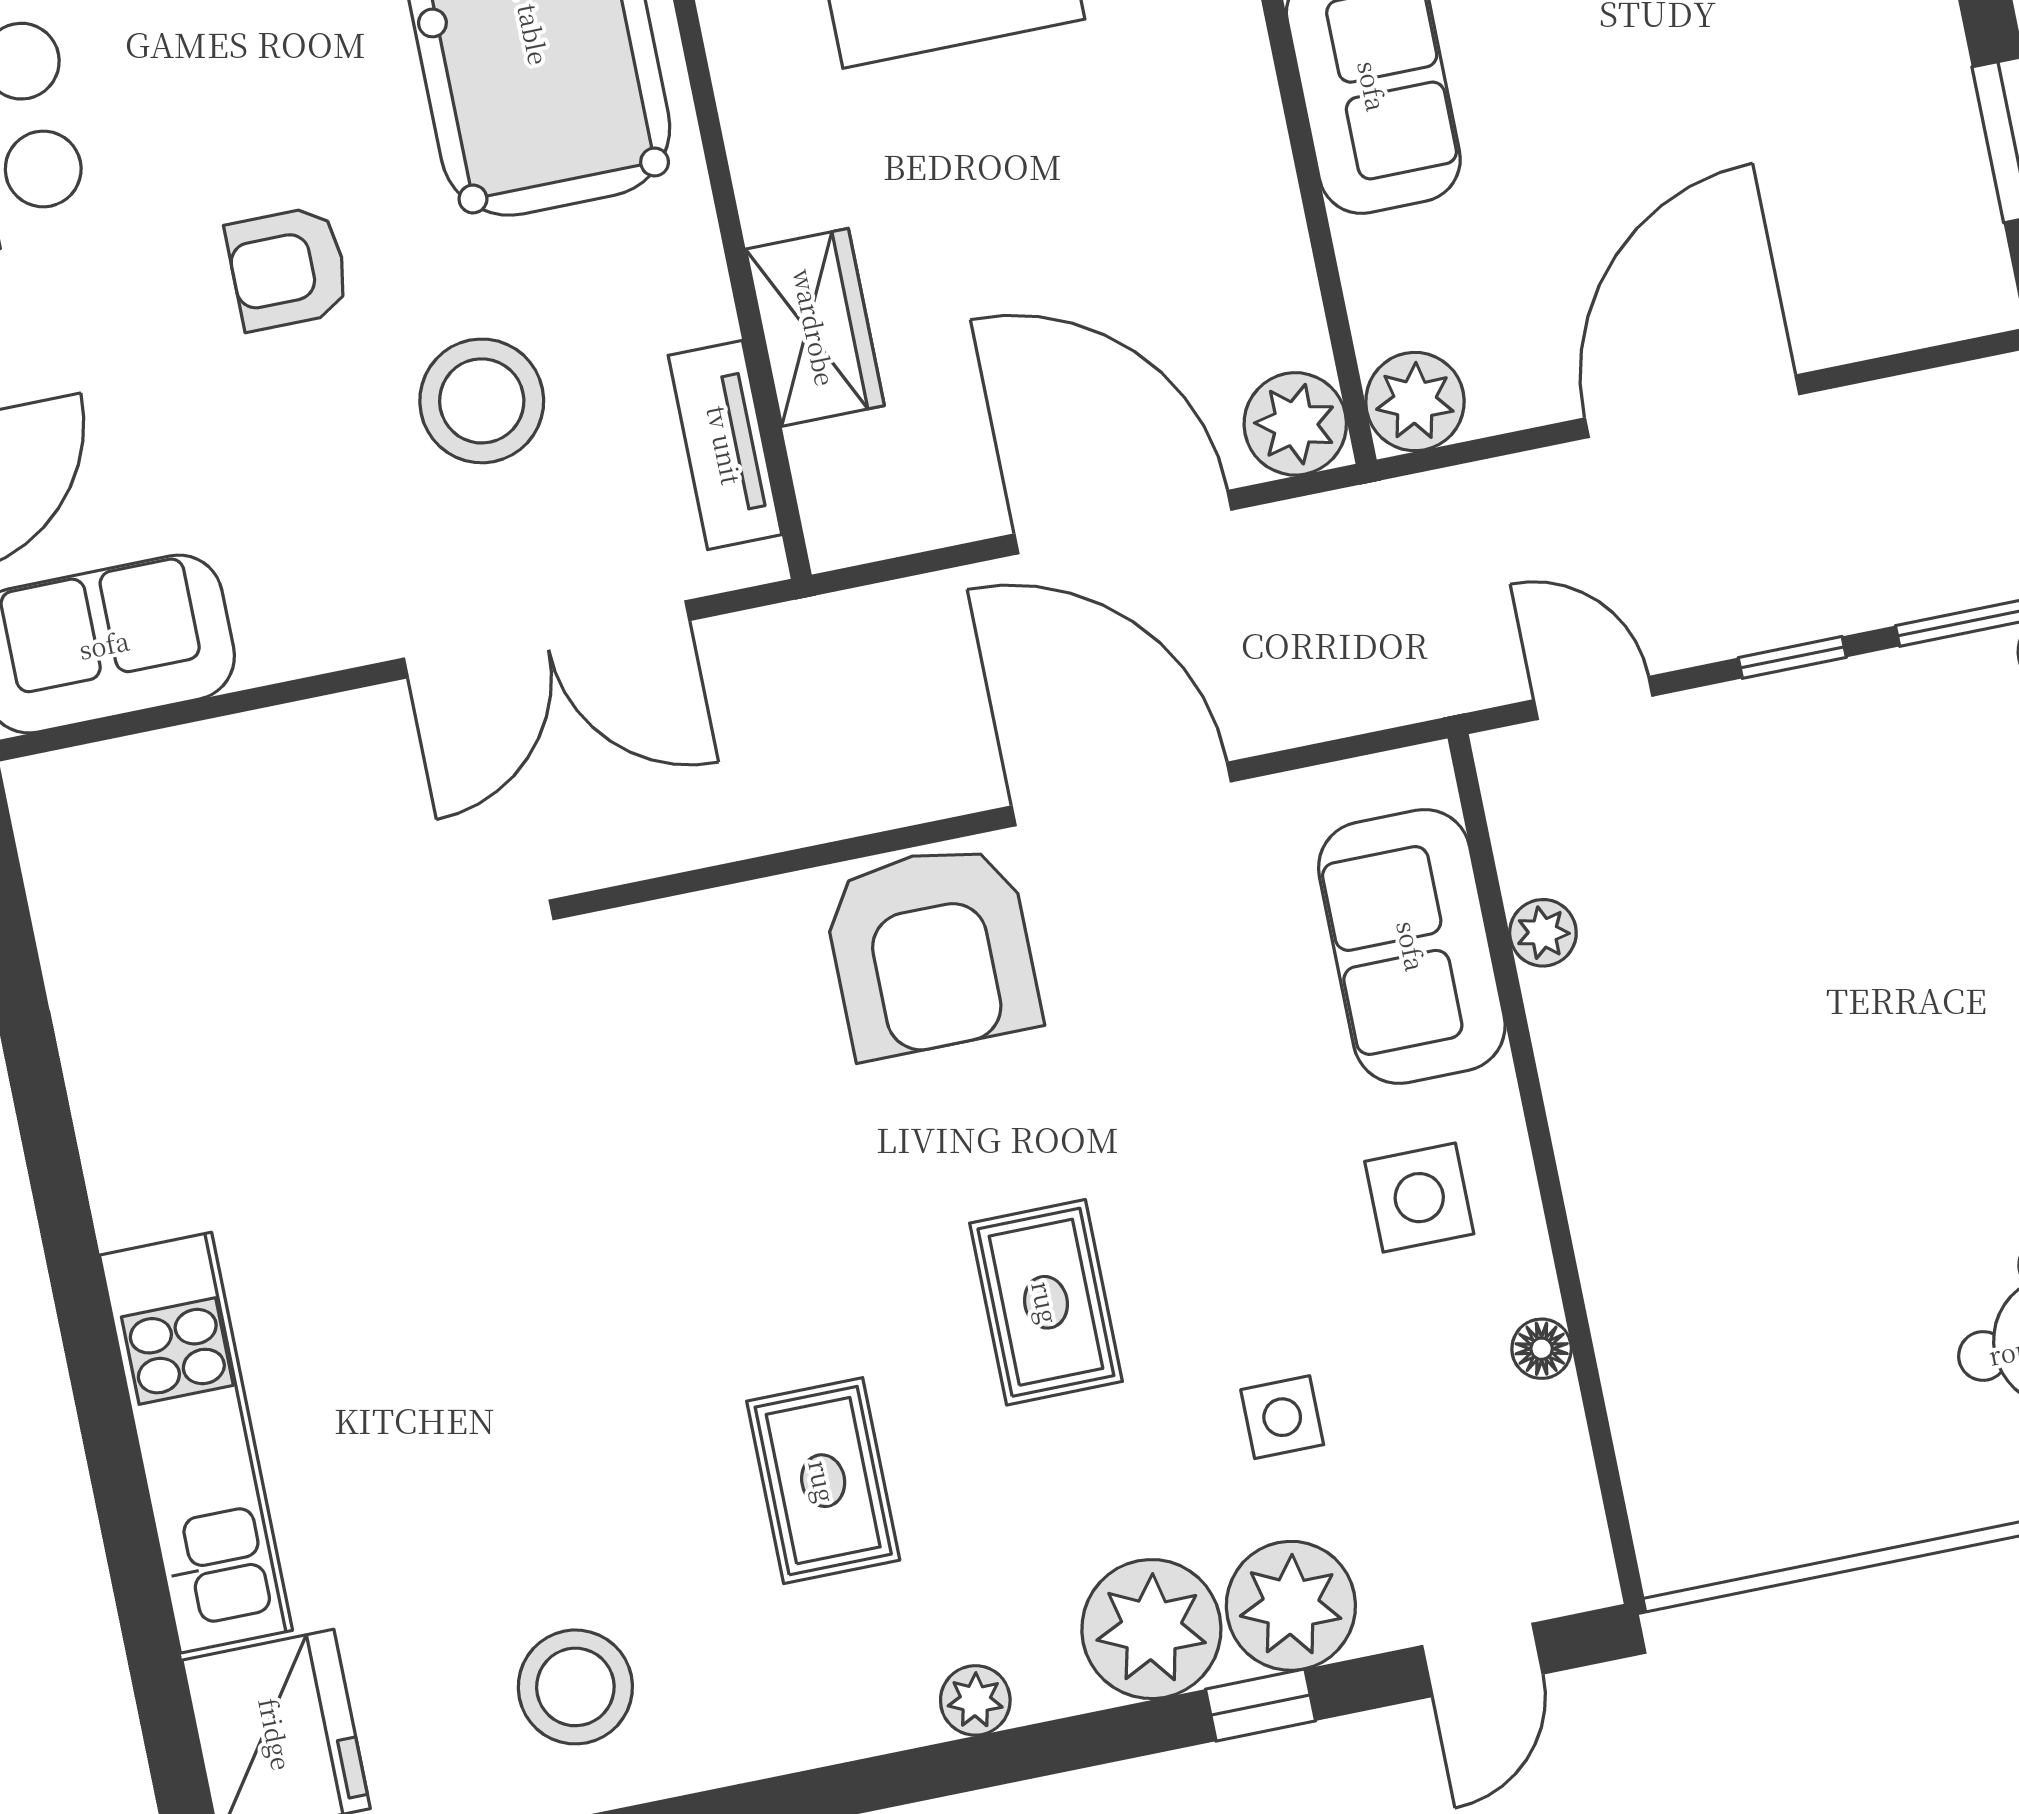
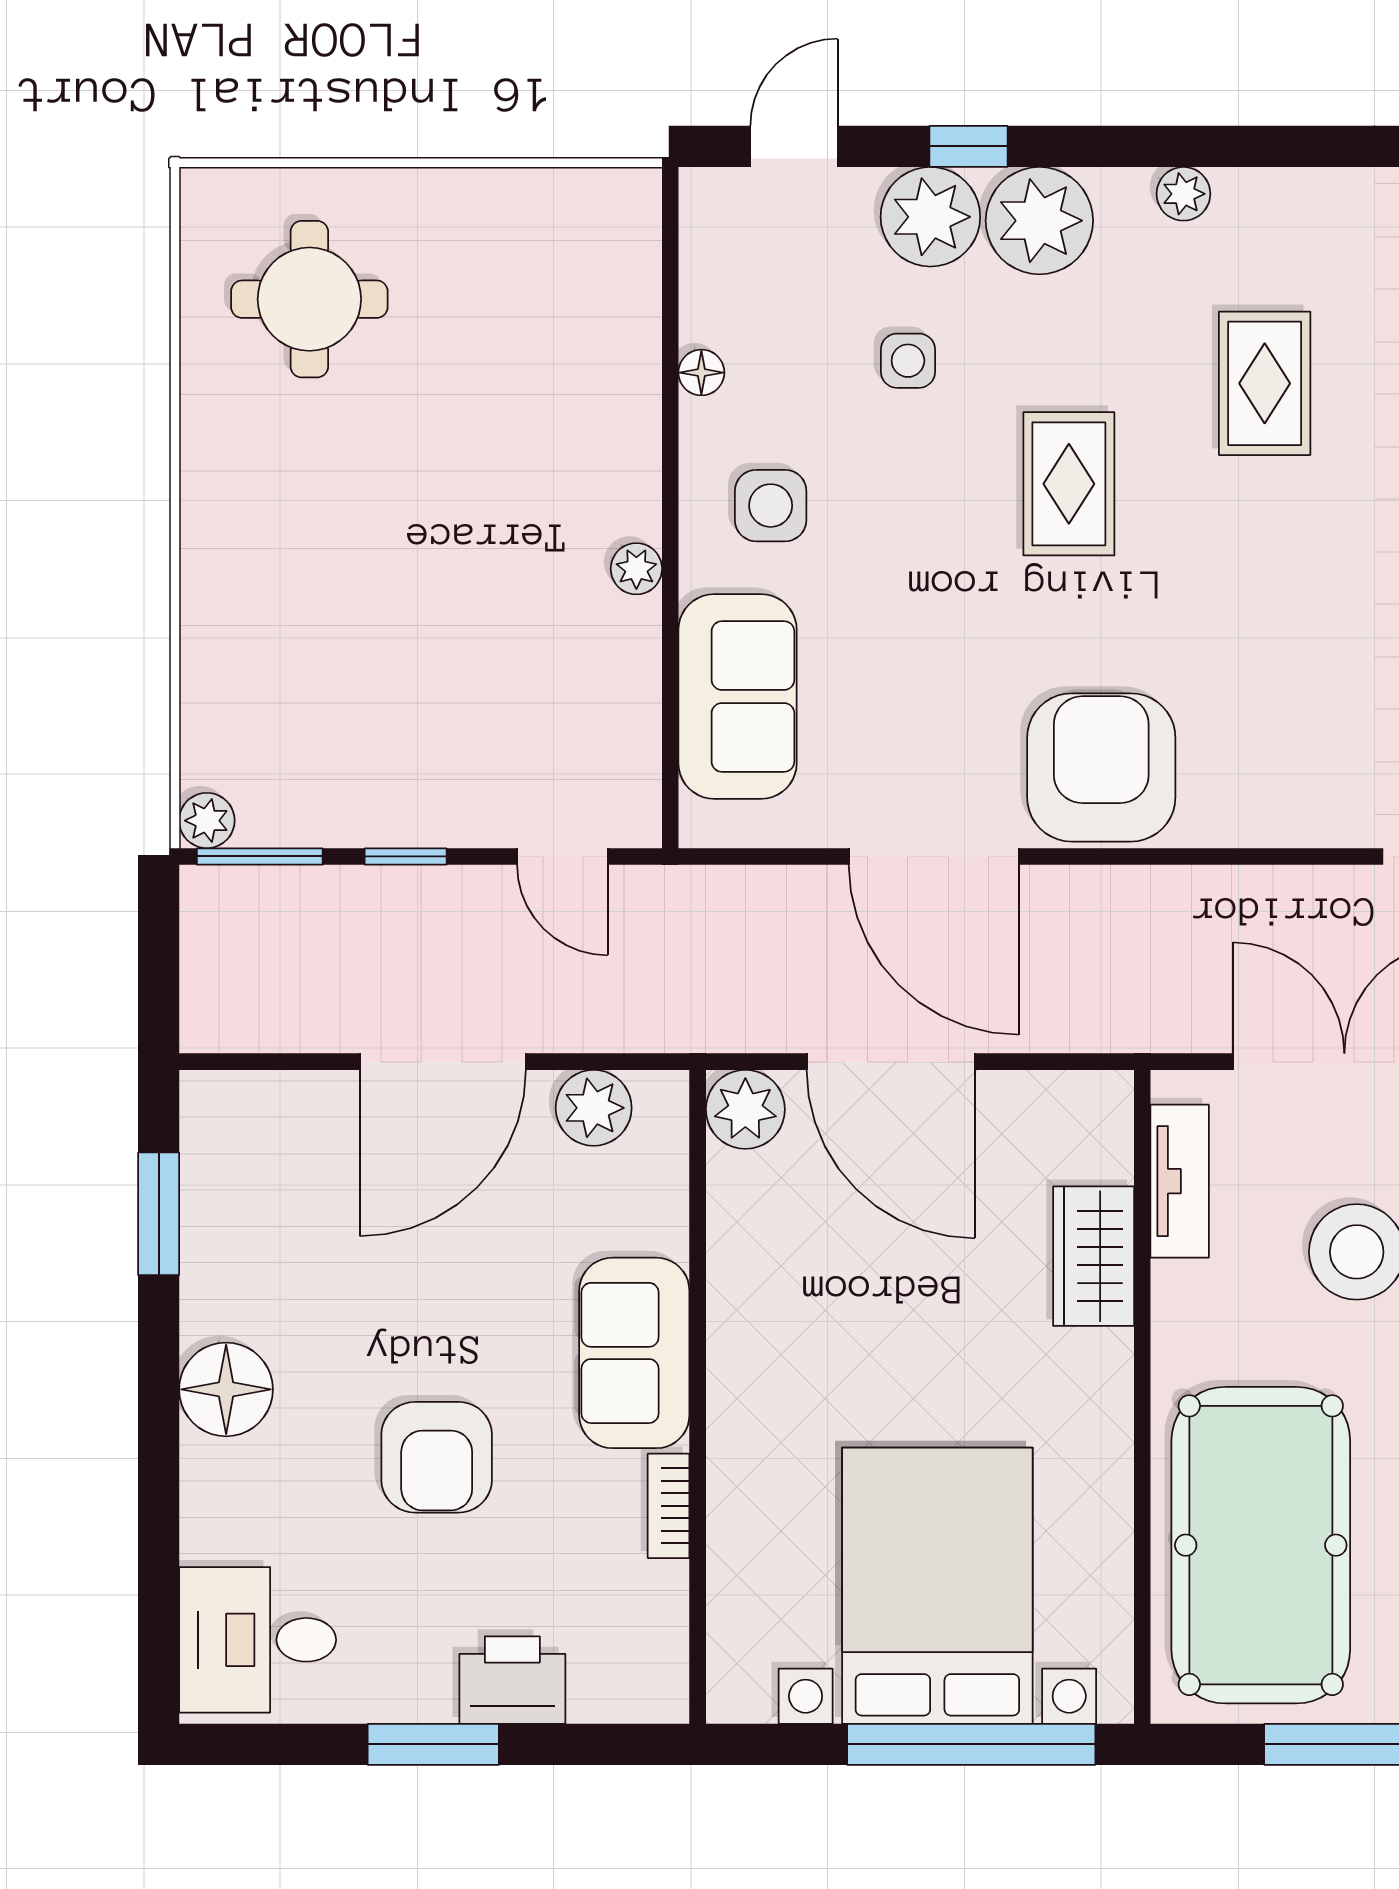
plant: (1415, 402) -> (594, 1108), moved
plant: (1543, 933) -> (636, 569), moved

